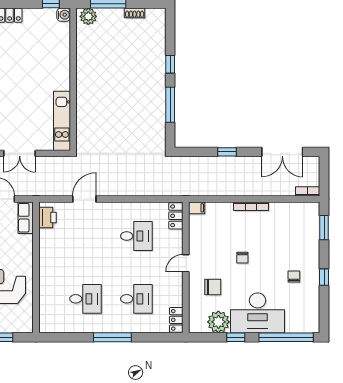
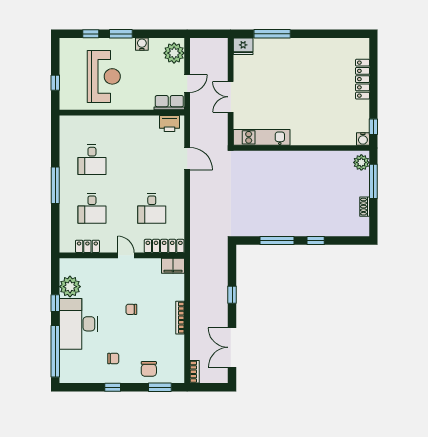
filing cabinet: (197, 208) -> (173, 266), width x2.00
locker: (176, 216) -> (164, 246), width x1.53
chair: (213, 287) -> (149, 369), moved
locker: (176, 320) -> (87, 246), moved

